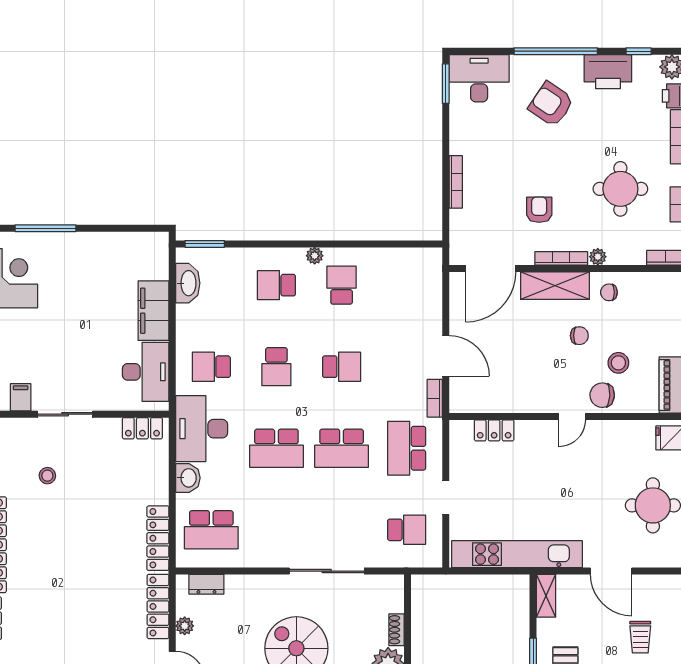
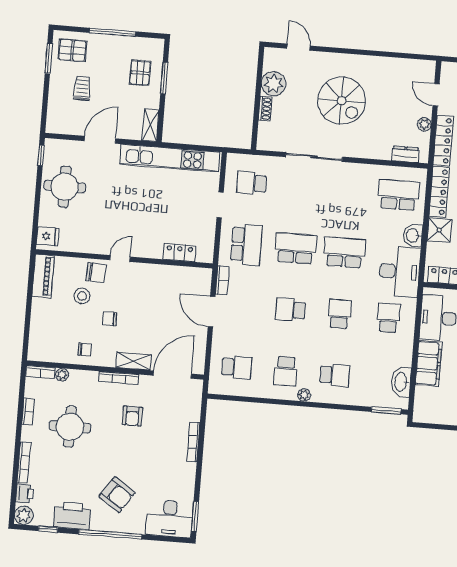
plant: (598, 257) -> (62, 375), moved
school desk: (407, 285) -> (237, 367), added
shelving: (555, 286) -> (133, 361), width x0.67, depth x0.75
school desk: (211, 367) -> (389, 318), turned -90
shower: (154, 488) -> (439, 230), added
door: (611, 571) -> (100, 140), hinge flipped

